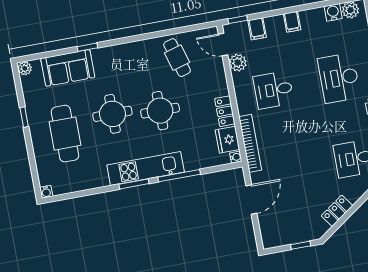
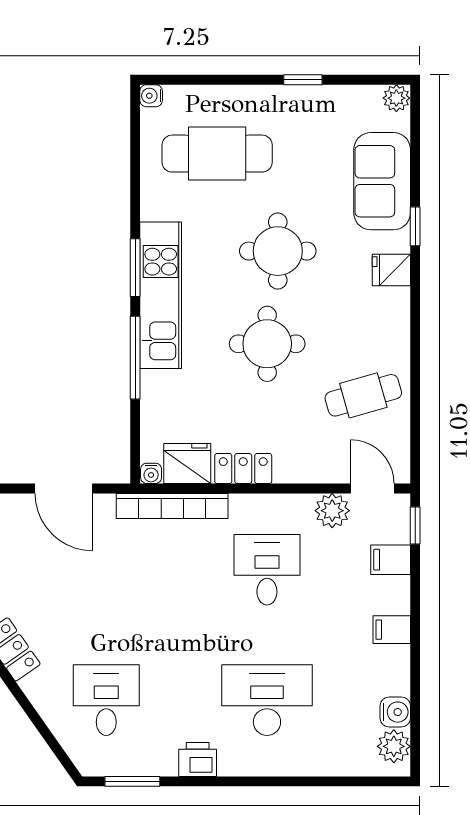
door: (223, 45) -> (372, 488), hinge flipped
fridge: (111, 55) -> (391, 270), added
cafe table: (65, 134) -> (217, 154), moved

